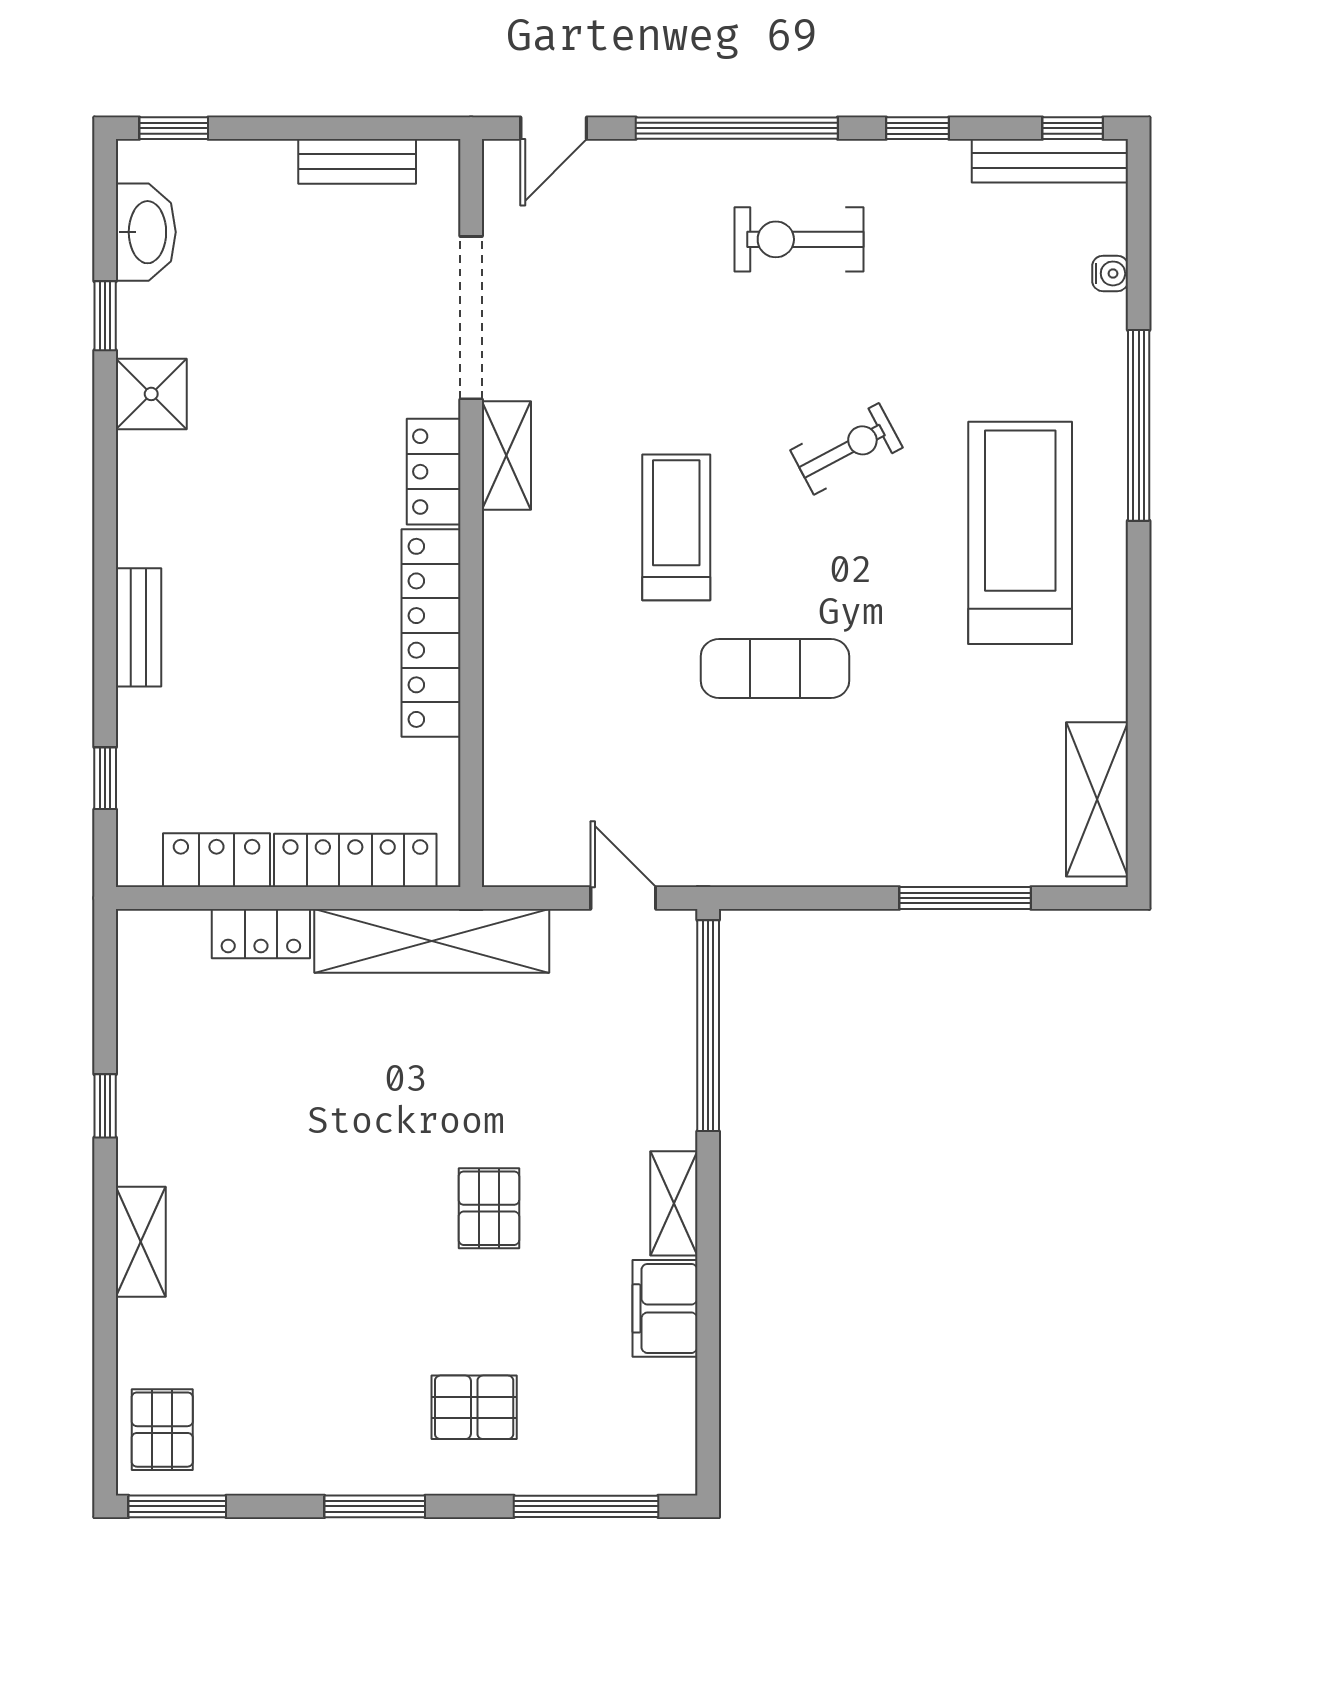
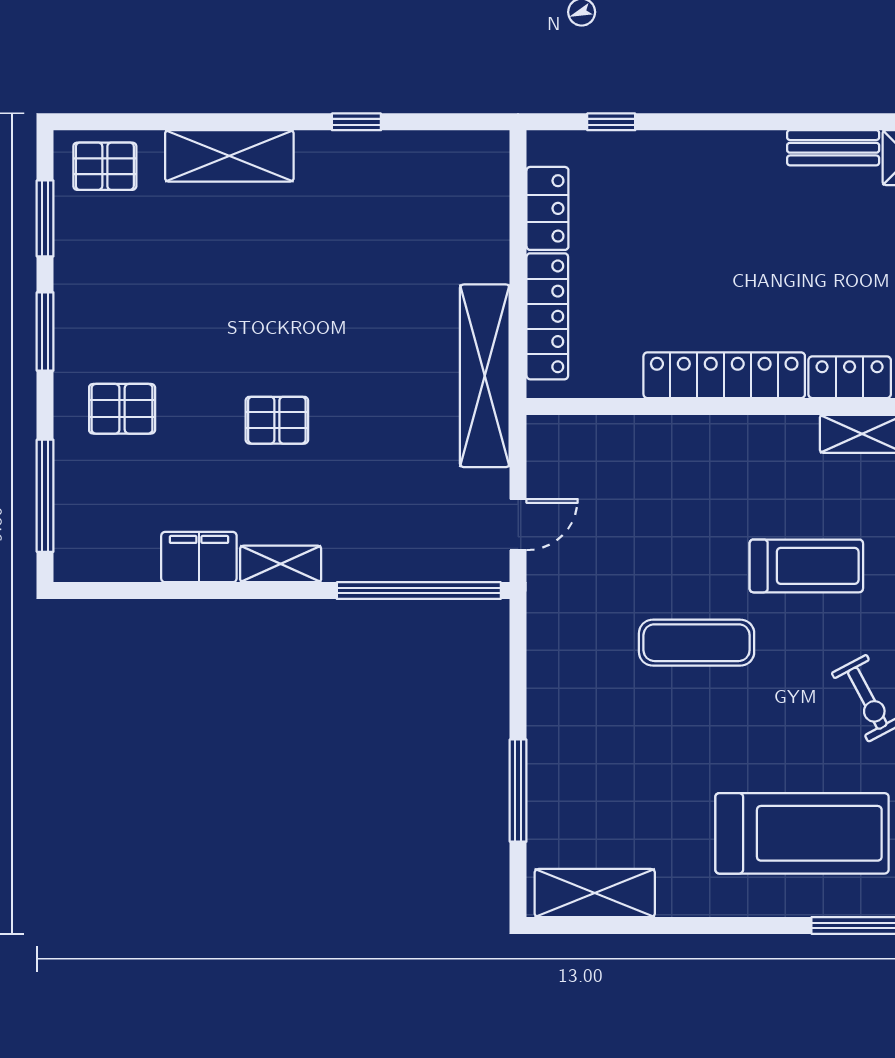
bench: (138, 627) -> (833, 148), moved
exercise mat: (775, 668) -> (697, 643), turned 90
locker: (261, 934) -> (490, 243), removed
shelving: (141, 1242) -> (229, 156), width x1.50, depth x1.33
pallet: (474, 1407) -> (122, 409), turned 90
window: (177, 1506) -> (45, 218), moved

